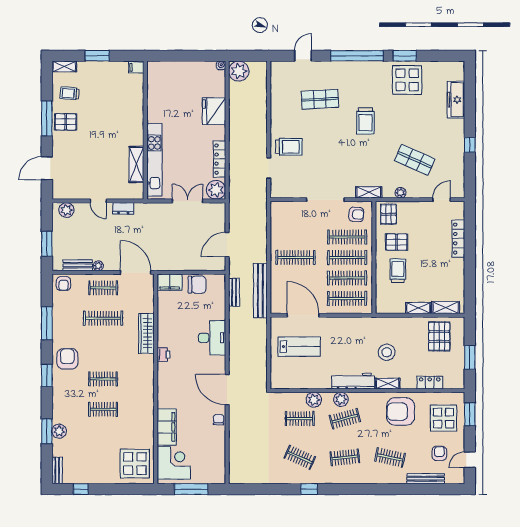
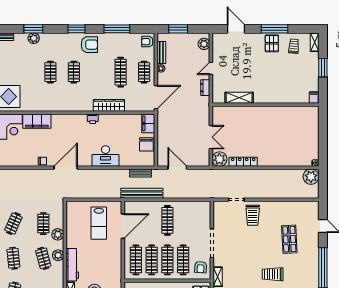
fridge: (214, 111) -> (280, 158), removed
kitchen unit: (154, 160) -> (243, 112), removed

